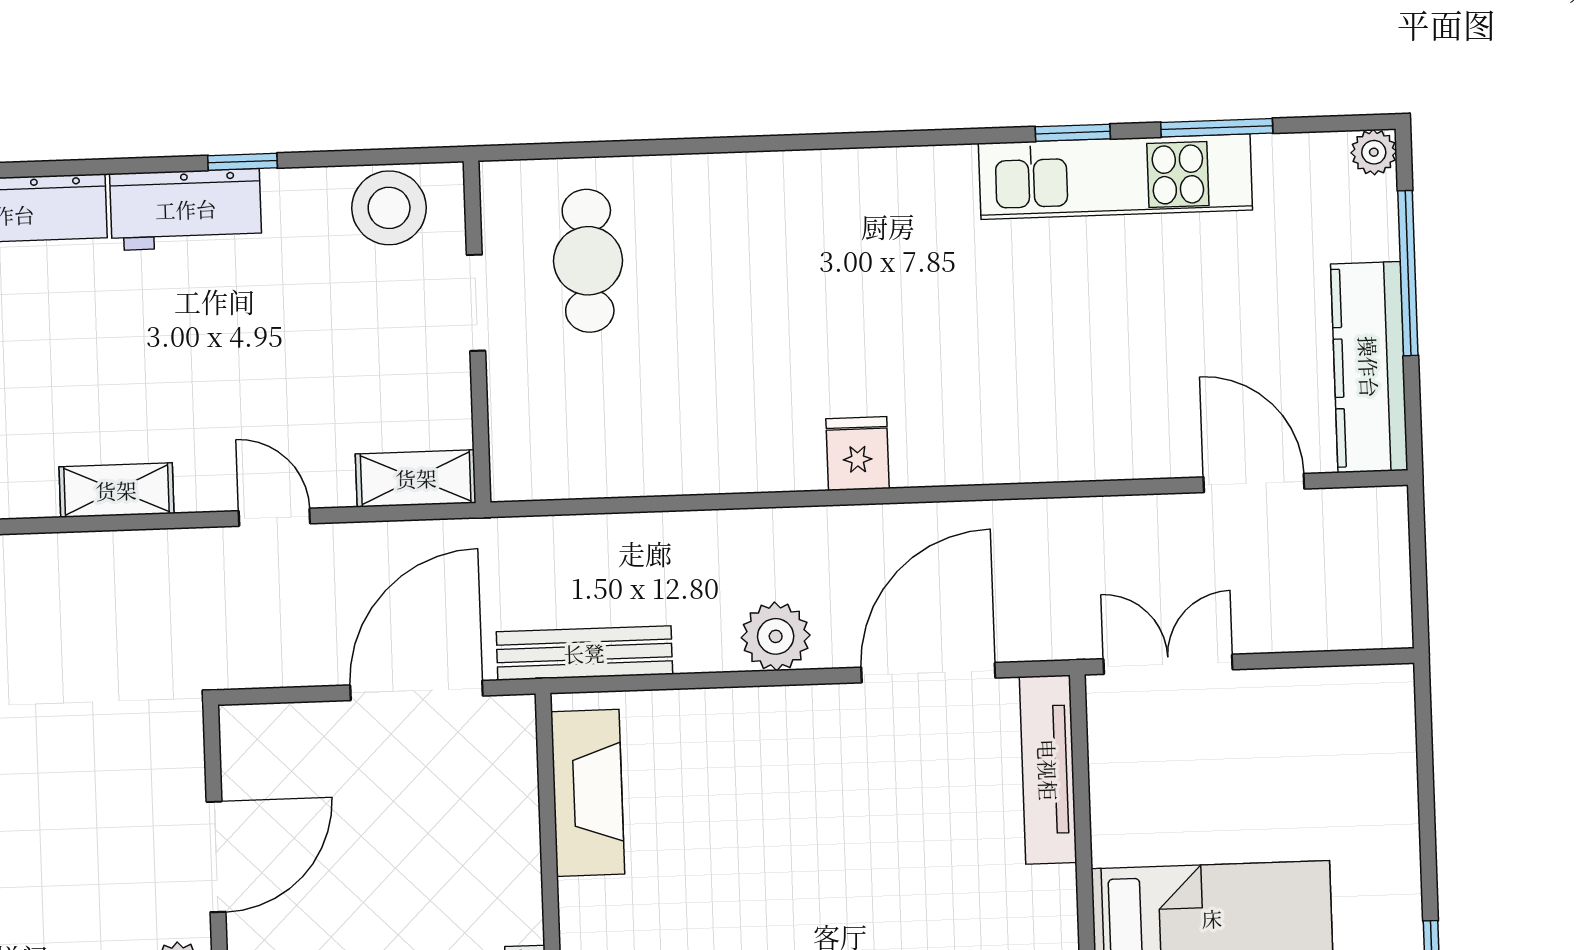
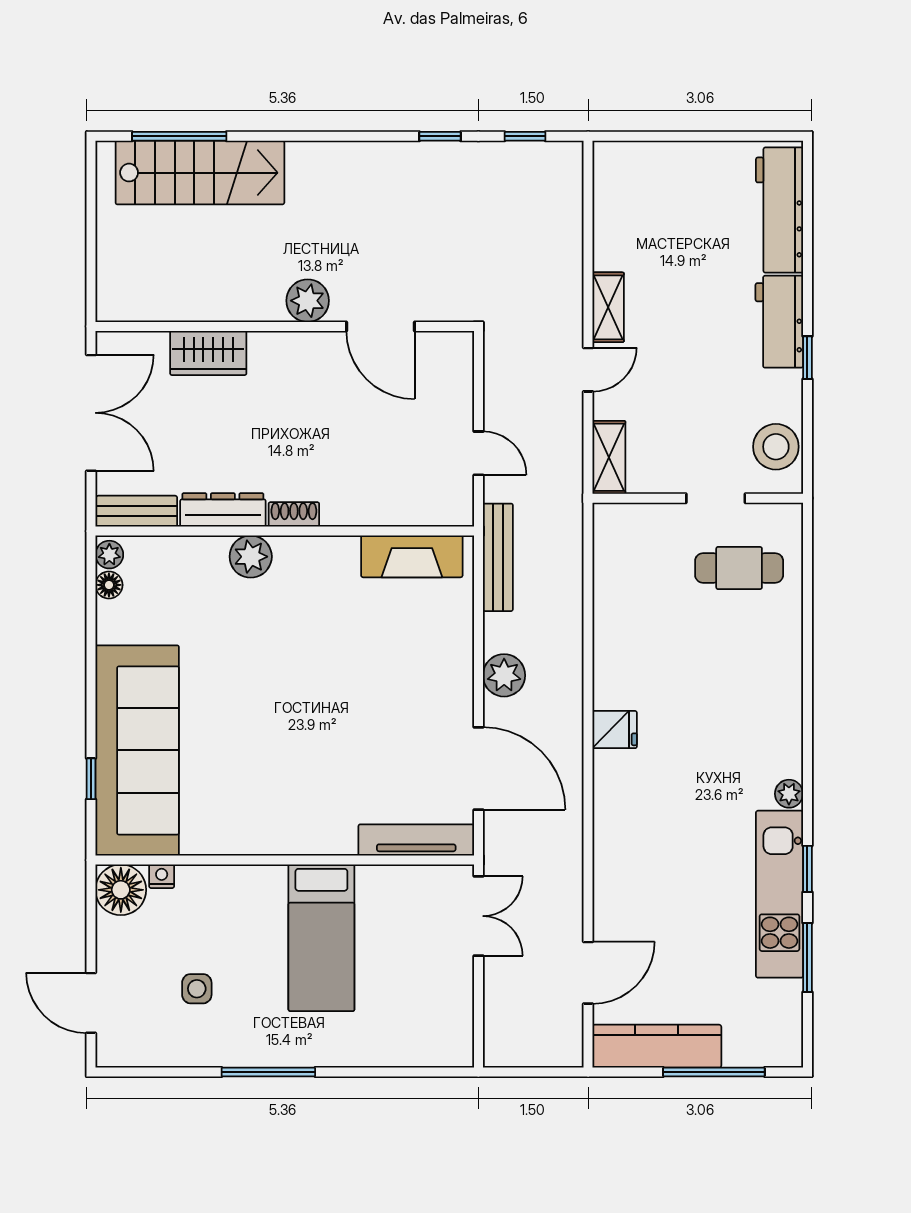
plant: (1374, 152) -> (789, 794), moved
shelving: (116, 490) -> (608, 307), moved
door: (416, 691) -> (478, 453), width x0.53

